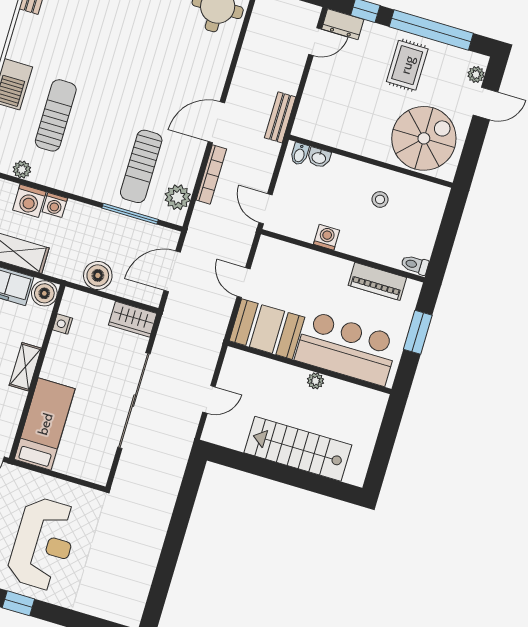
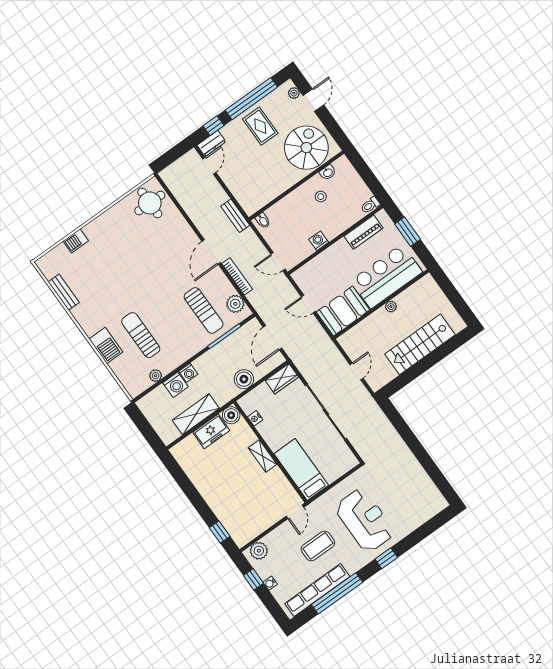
washbasin: (319, 158) -> (328, 172), moved

